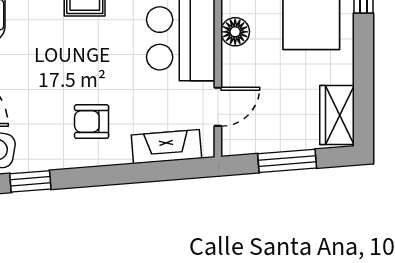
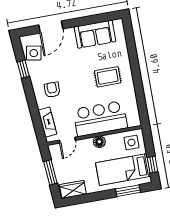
door: (218, 107) -> (67, 140), hinge flipped

